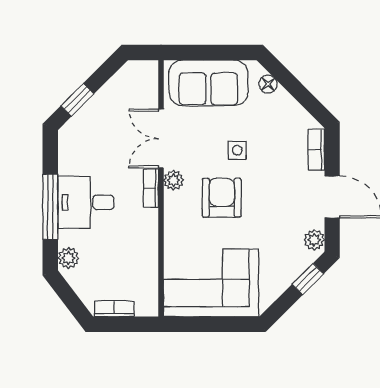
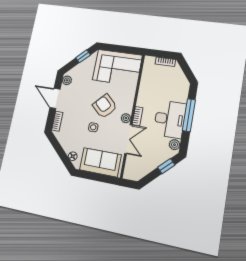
armchair: (222, 198) -> (105, 106), turned 133
desk: (86, 202) -> (170, 119), width x1.37
plant: (69, 258) -> (175, 145), moved
window: (308, 279) -> (83, 56), moved

